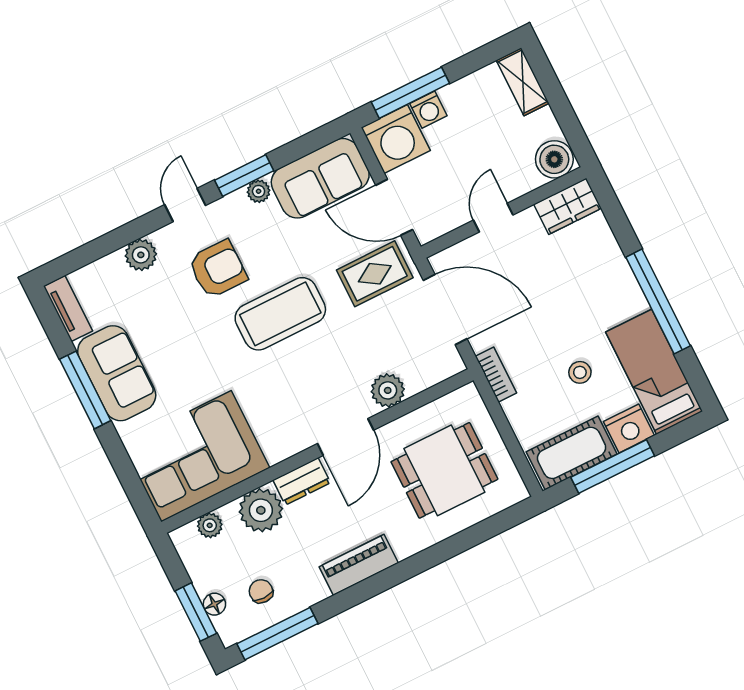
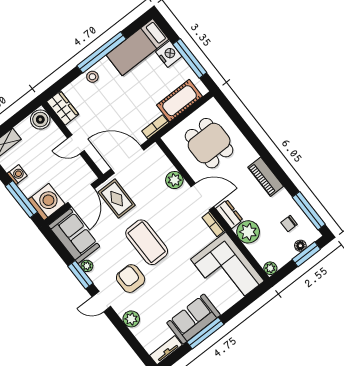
washing machine: (428, 110) -> (17, 175), moved
door: (445, 310) -> (128, 159), hinge flipped
stool: (580, 372) -> (92, 77), moved
bookcase: (289, 448) -> (213, 224), added
cot: (572, 453) -> (180, 101), moved, turned 90
plant: (210, 525) -> (270, 268), moved

